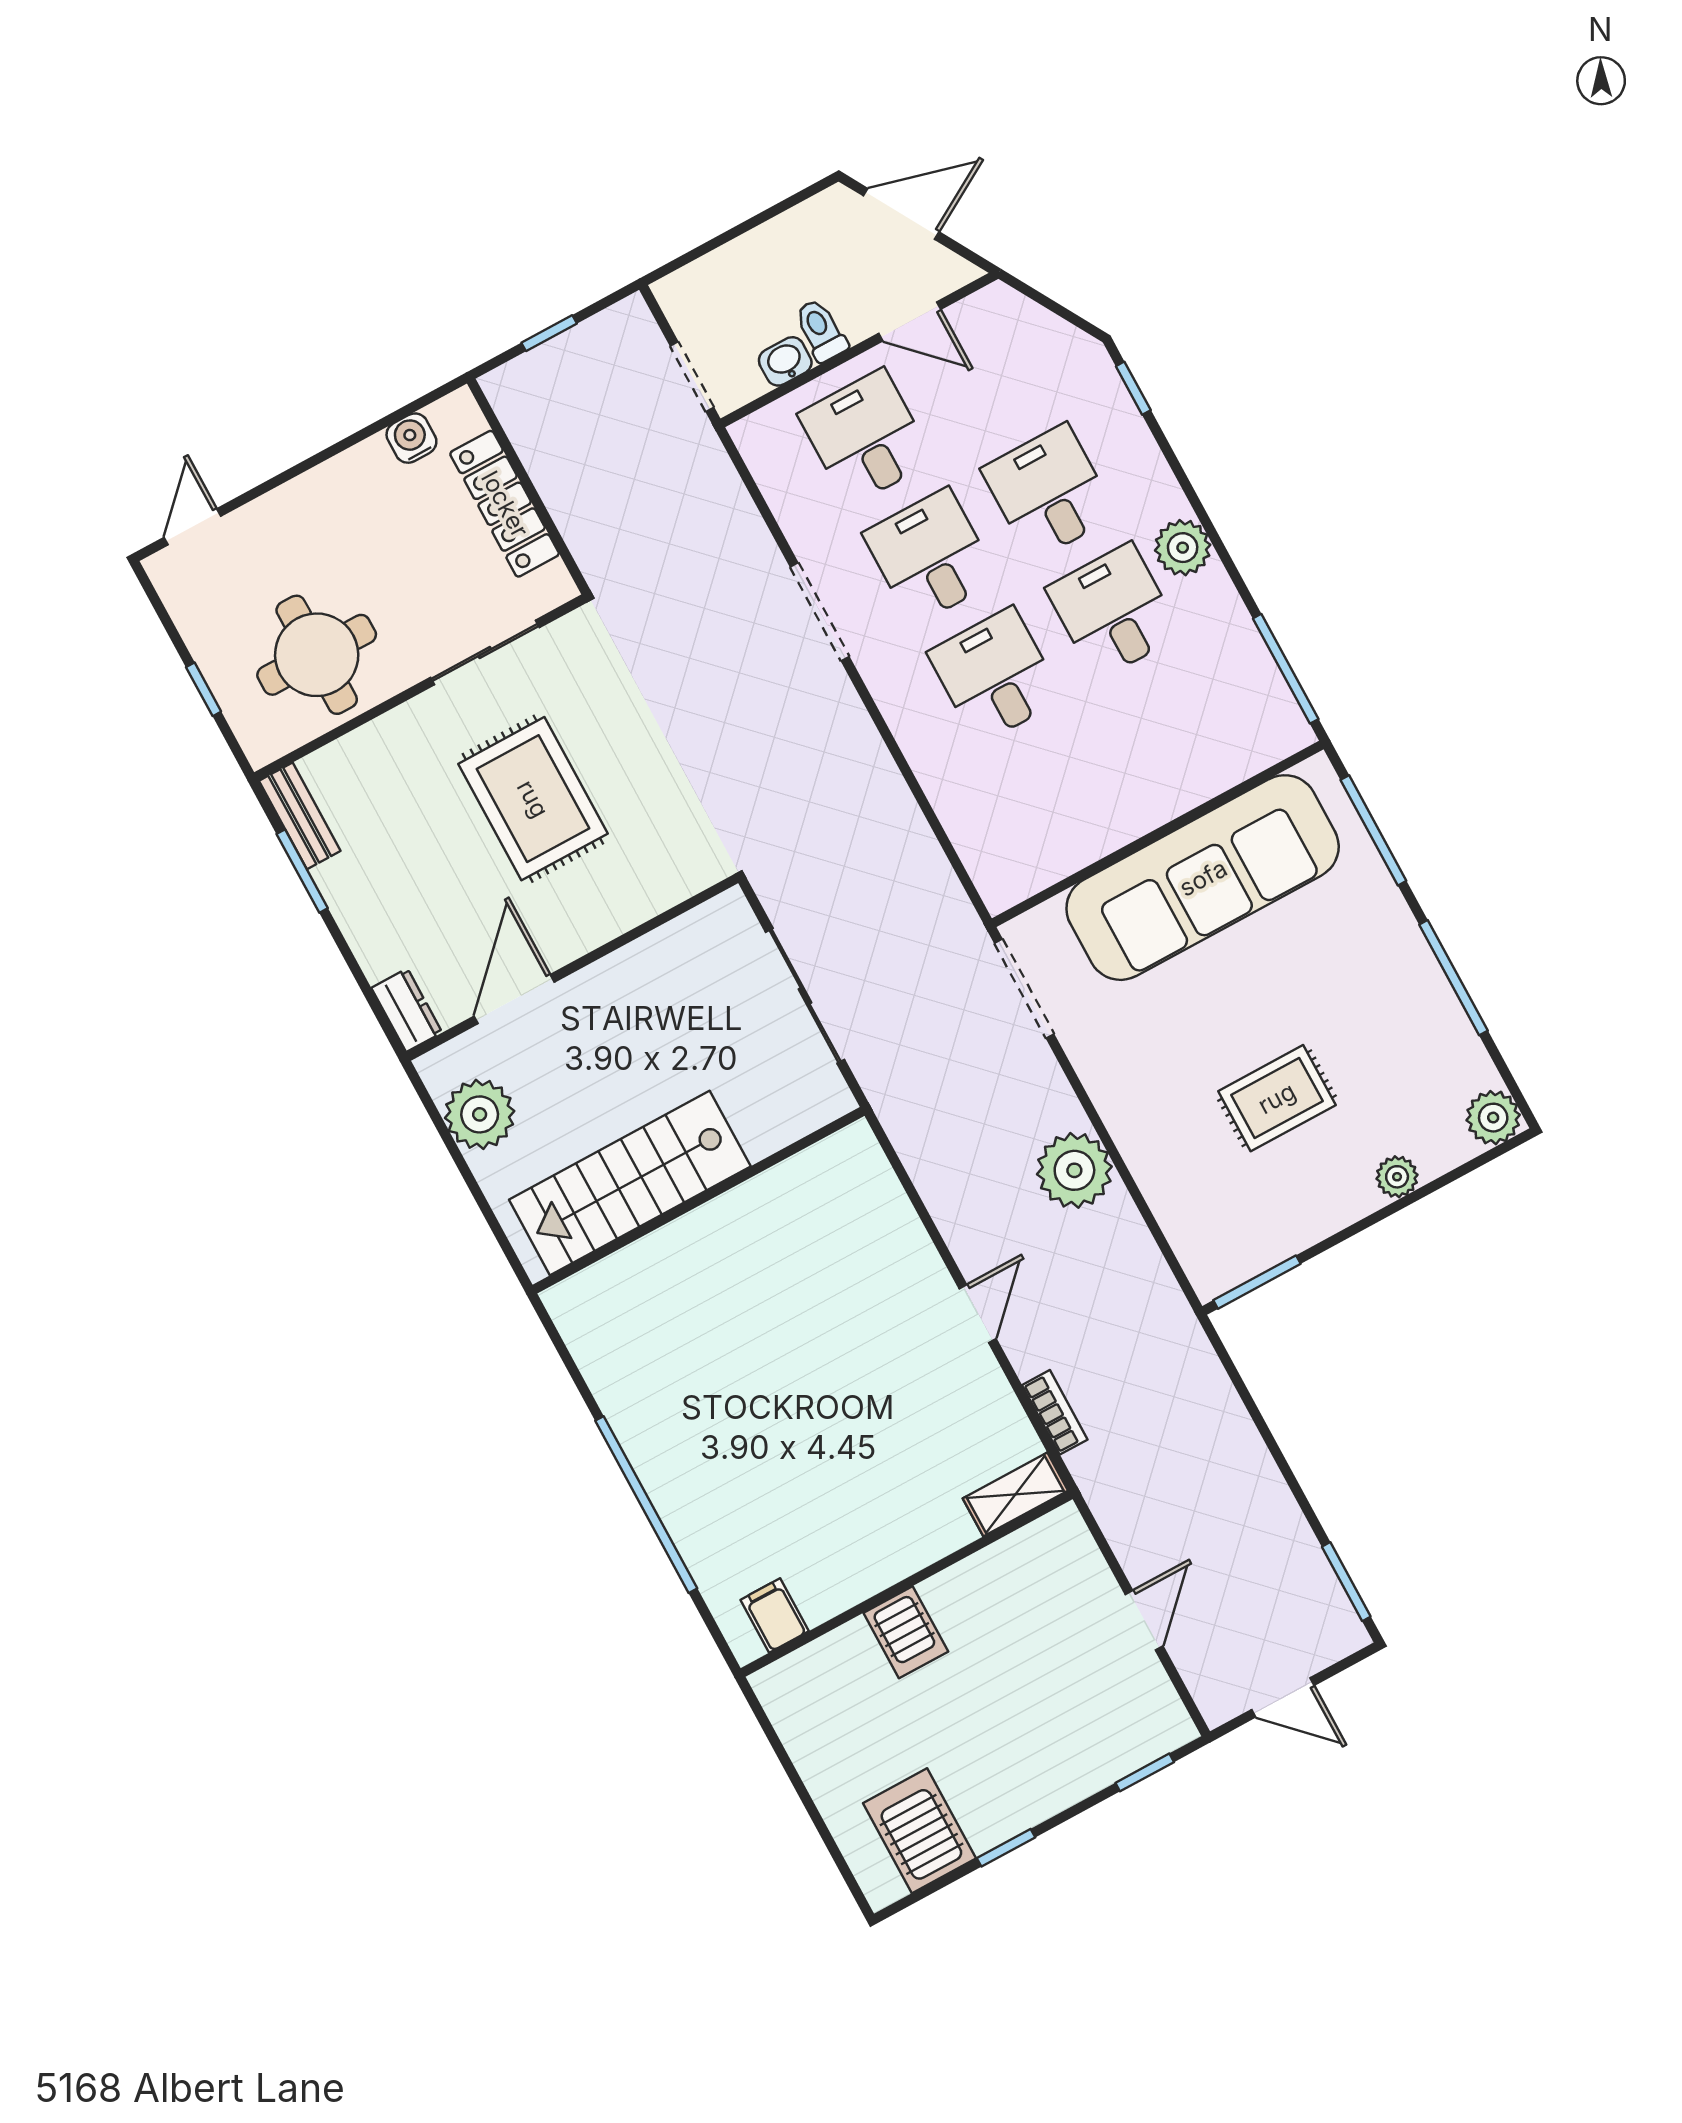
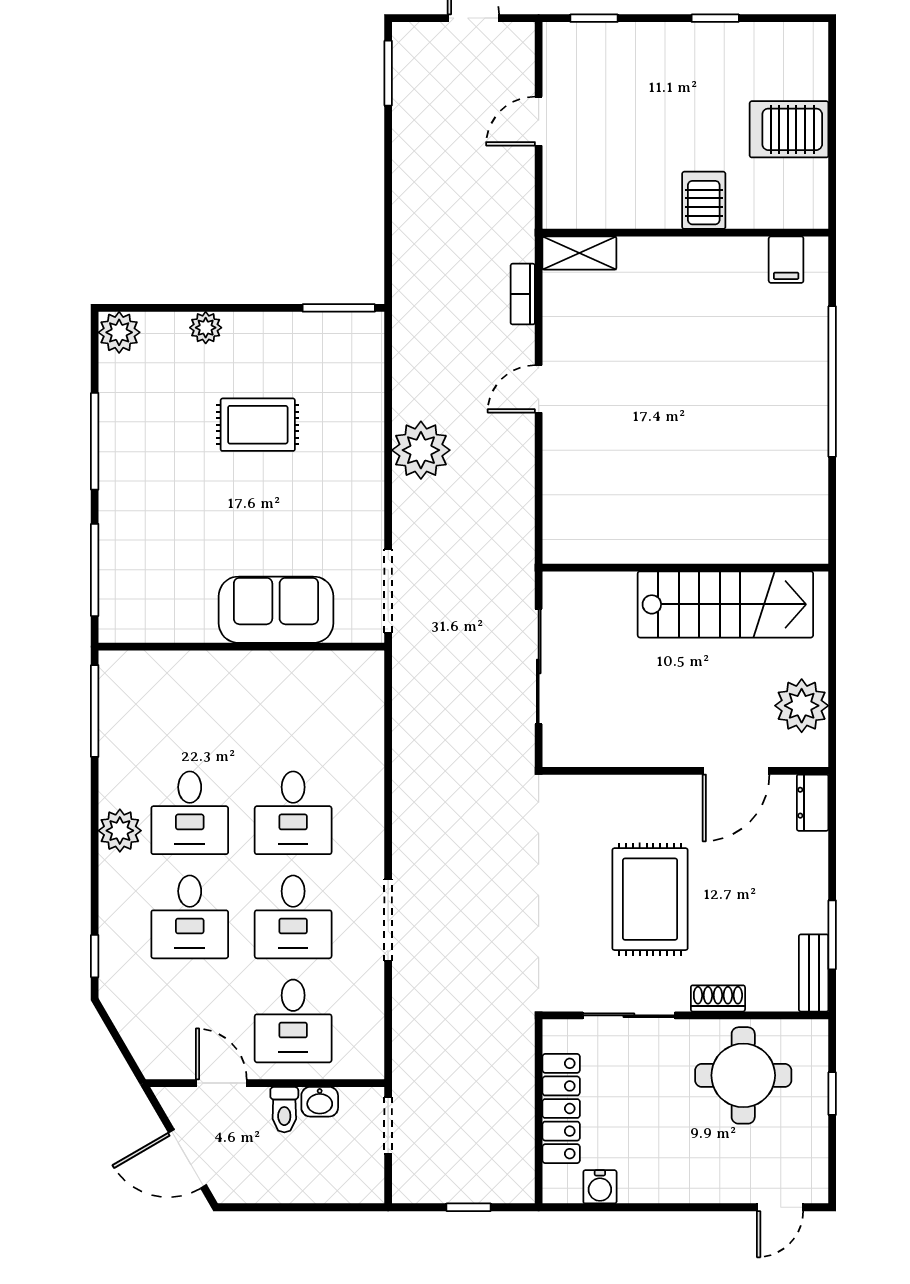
shoe rack: (393, 727) -> (718, 998), added
sofa: (1203, 878) -> (276, 610), width x0.54, depth x0.79
server rack: (919, 1831) -> (789, 129), moved, turned 90

